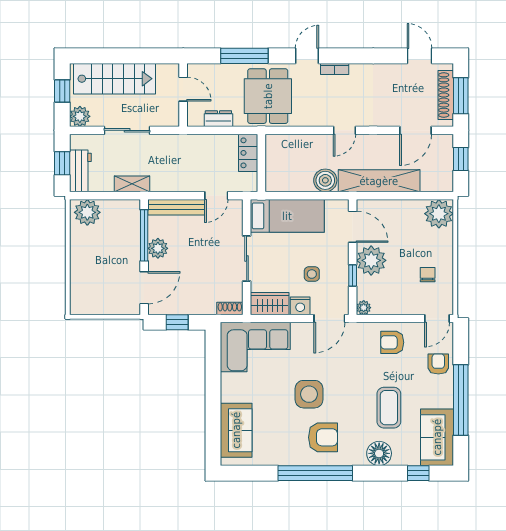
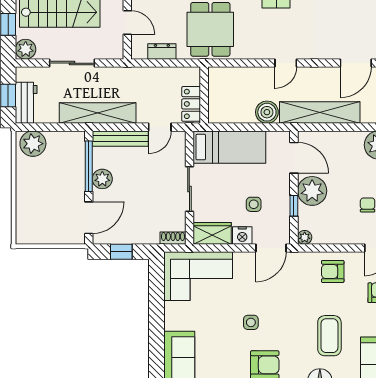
locker: (248, 153) -> (191, 104), moved
shelving: (132, 184) -> (98, 113), width x2.20, depth x1.33
side table: (309, 394) -> (251, 322), width x0.54, depth x0.54

